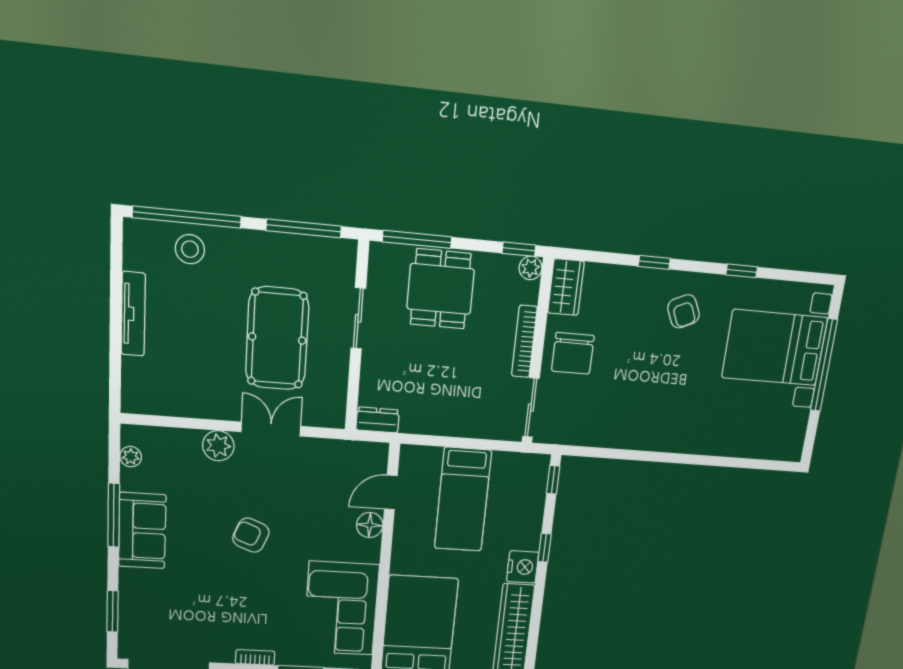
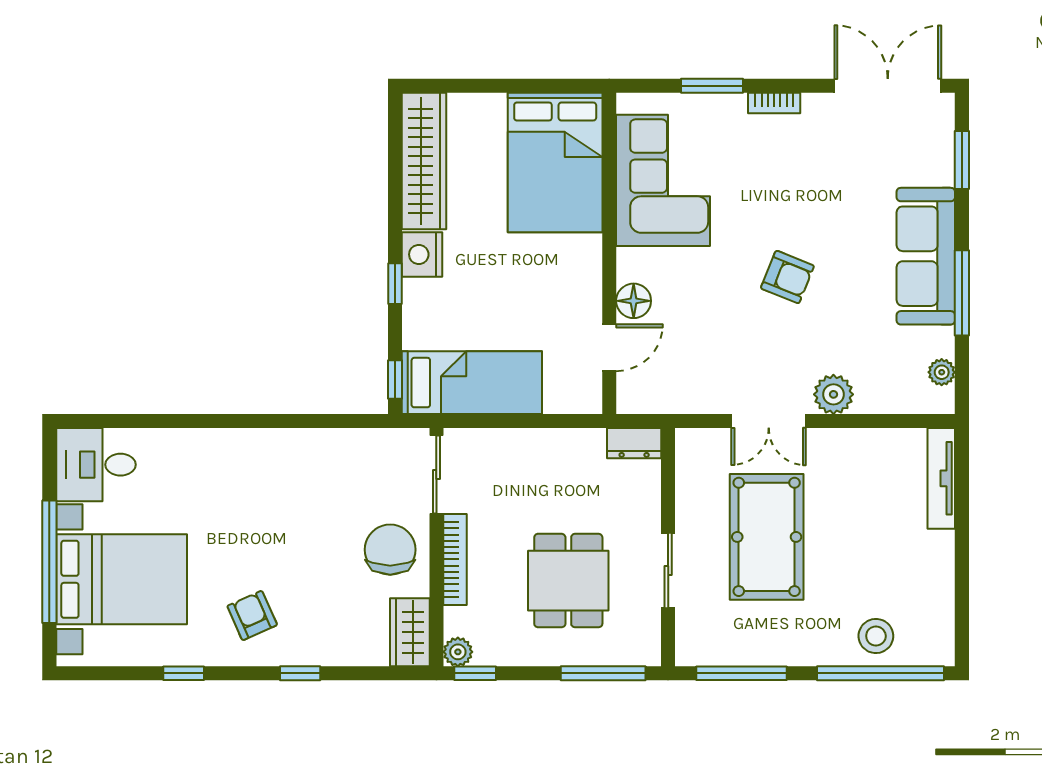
dining table: (441, 289) -> (568, 581), moved
tv unit: (133, 314) -> (941, 478), moved
desk: (778, 434) -> (96, 465), added
bed: (463, 500) -> (472, 383), moved, turned 90
sofa: (142, 531) -> (926, 256), width x1.36

